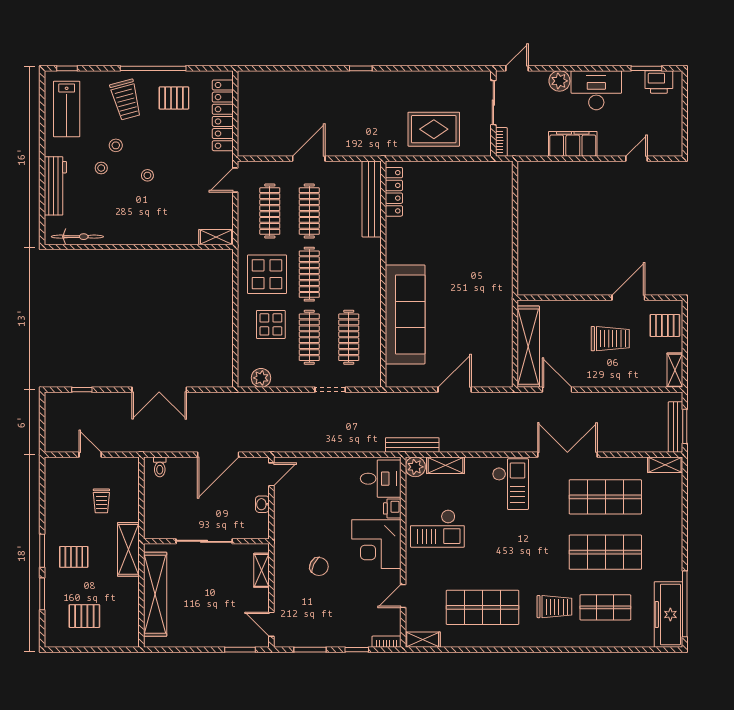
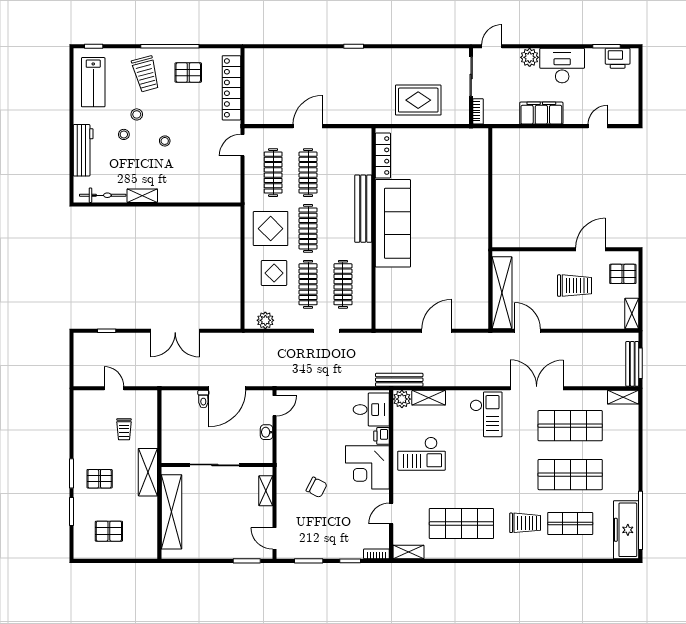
bench: (372, 199) -> (363, 209), moved
shelving: (216, 237) -> (142, 196), moved
sofa: (405, 314) -> (393, 223), moved
toilet: (160, 467) -> (203, 399), moved

